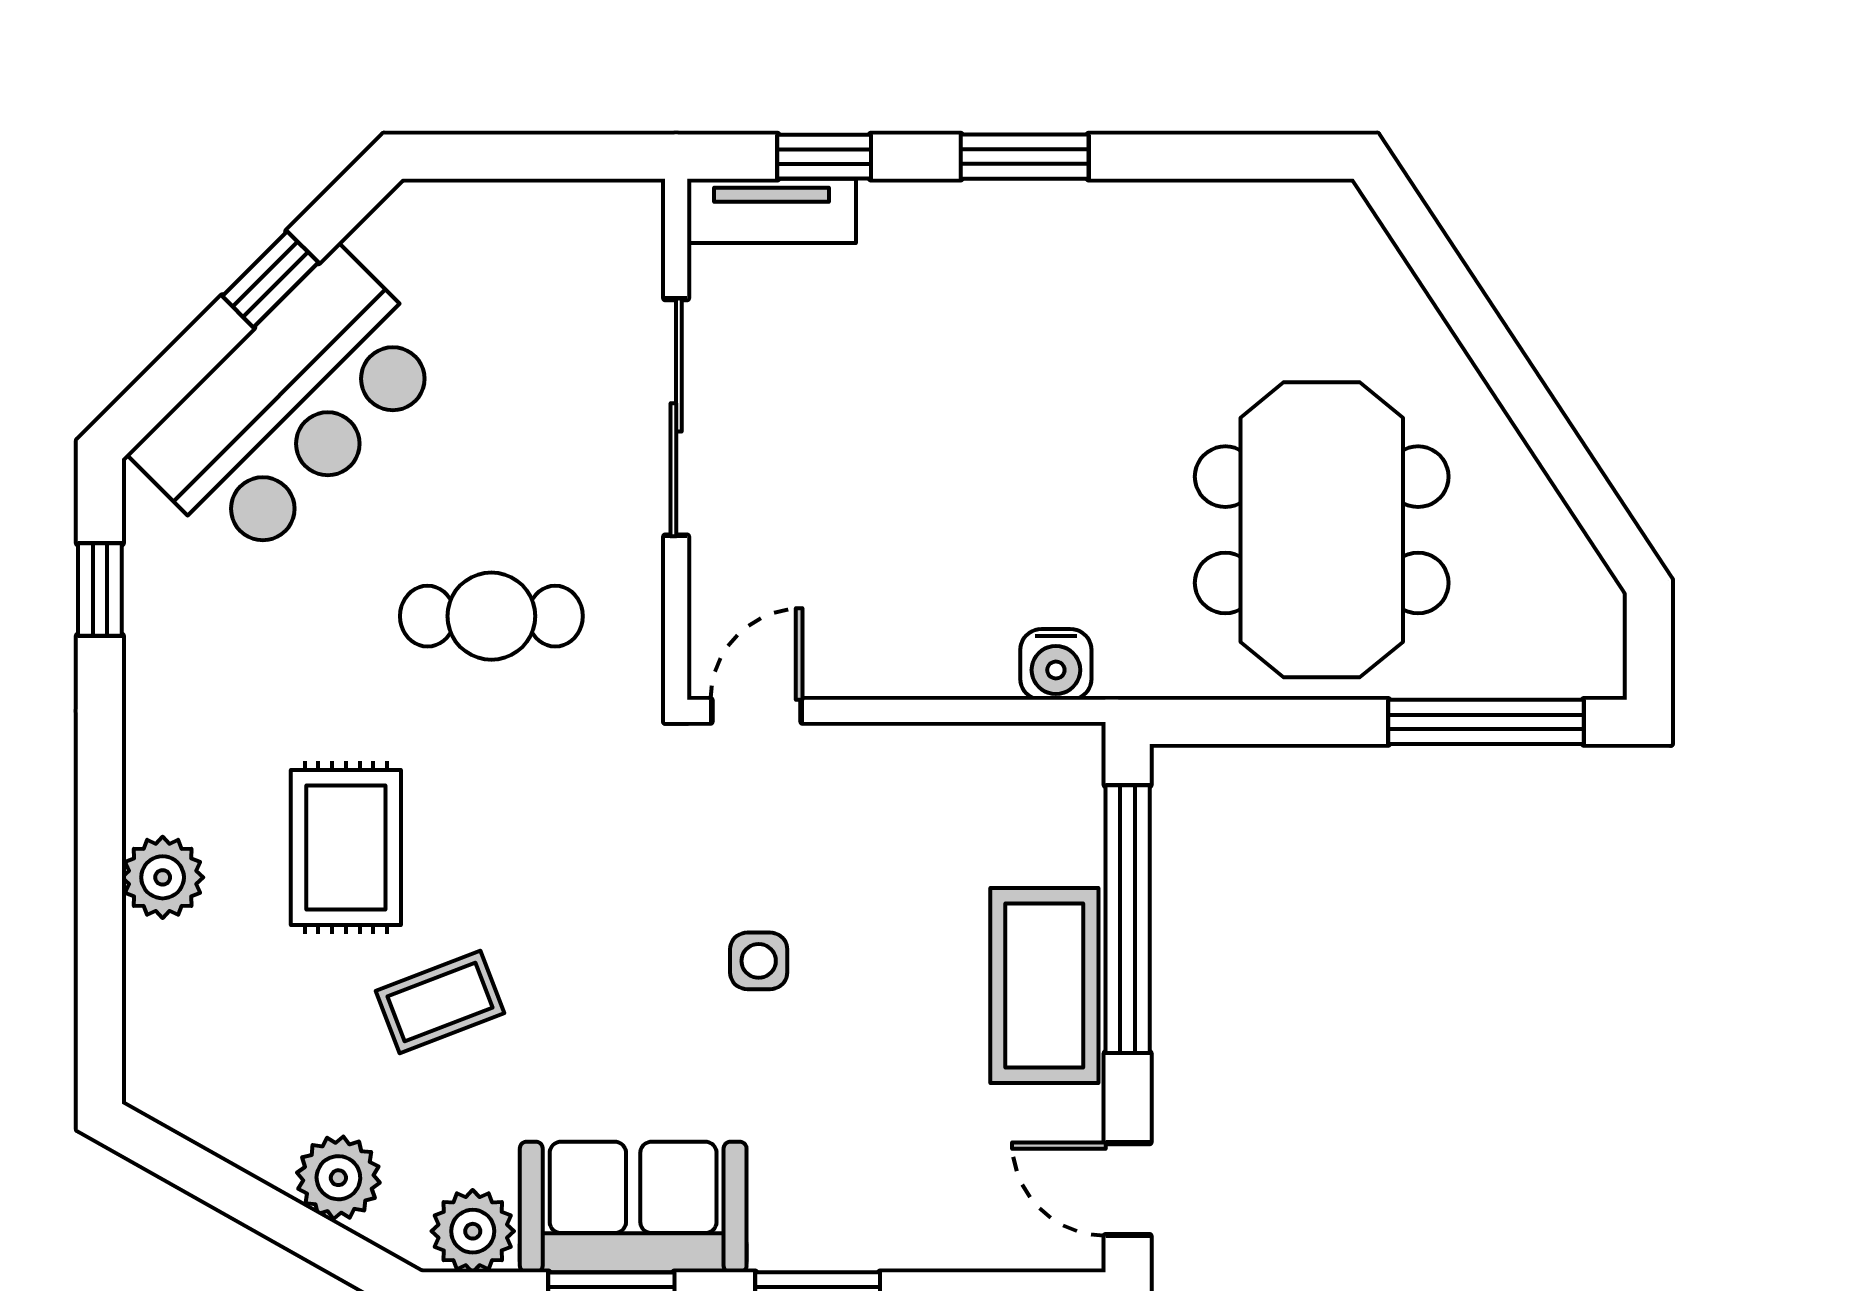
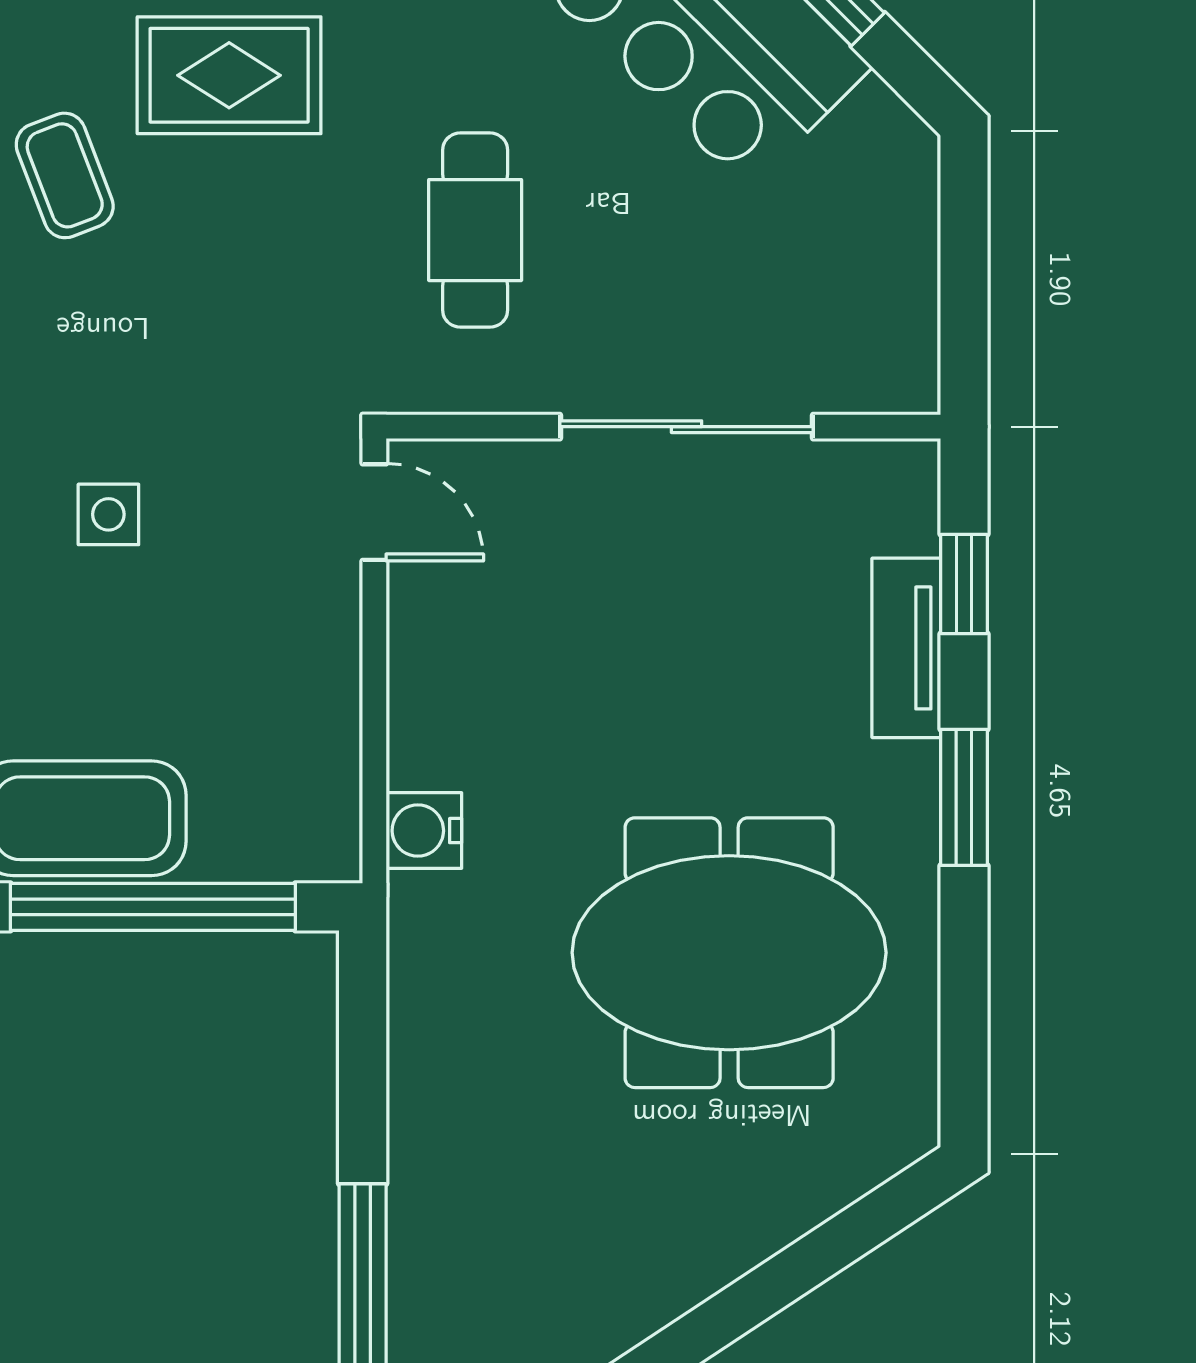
tv unit: (772, 211) -> (906, 648), moved
meeting table: (1322, 530) -> (729, 953), moved

